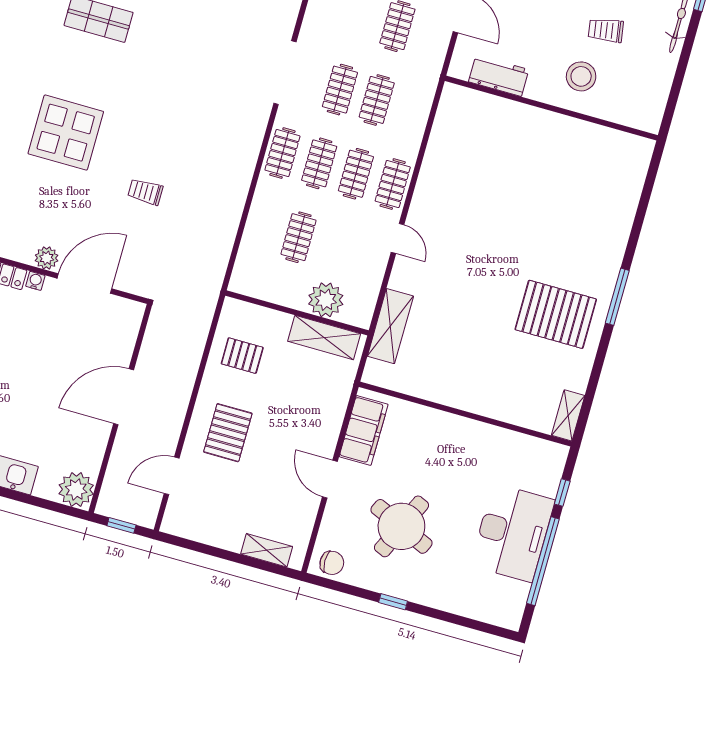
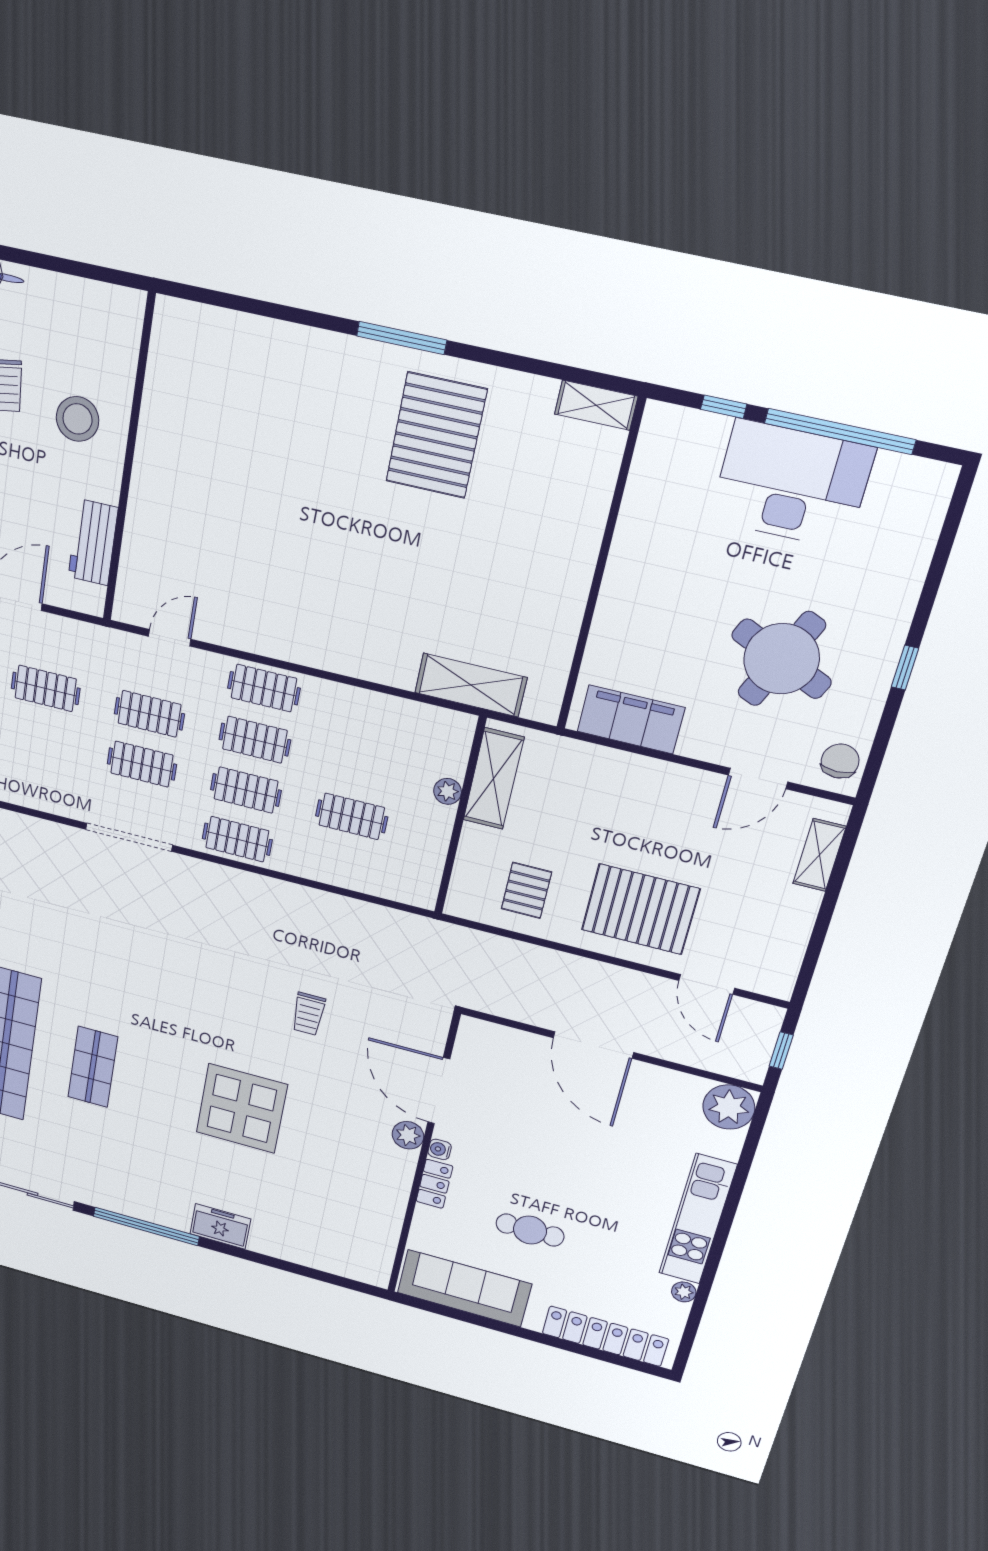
door: (398, 238) -> (170, 638), moved
plant: (326, 300) -> (448, 791), width x0.53, depth x0.53
pallet: (228, 433) -> (640, 909), width x1.37, depth x1.41
door: (330, 479) -> (758, 779), moved

